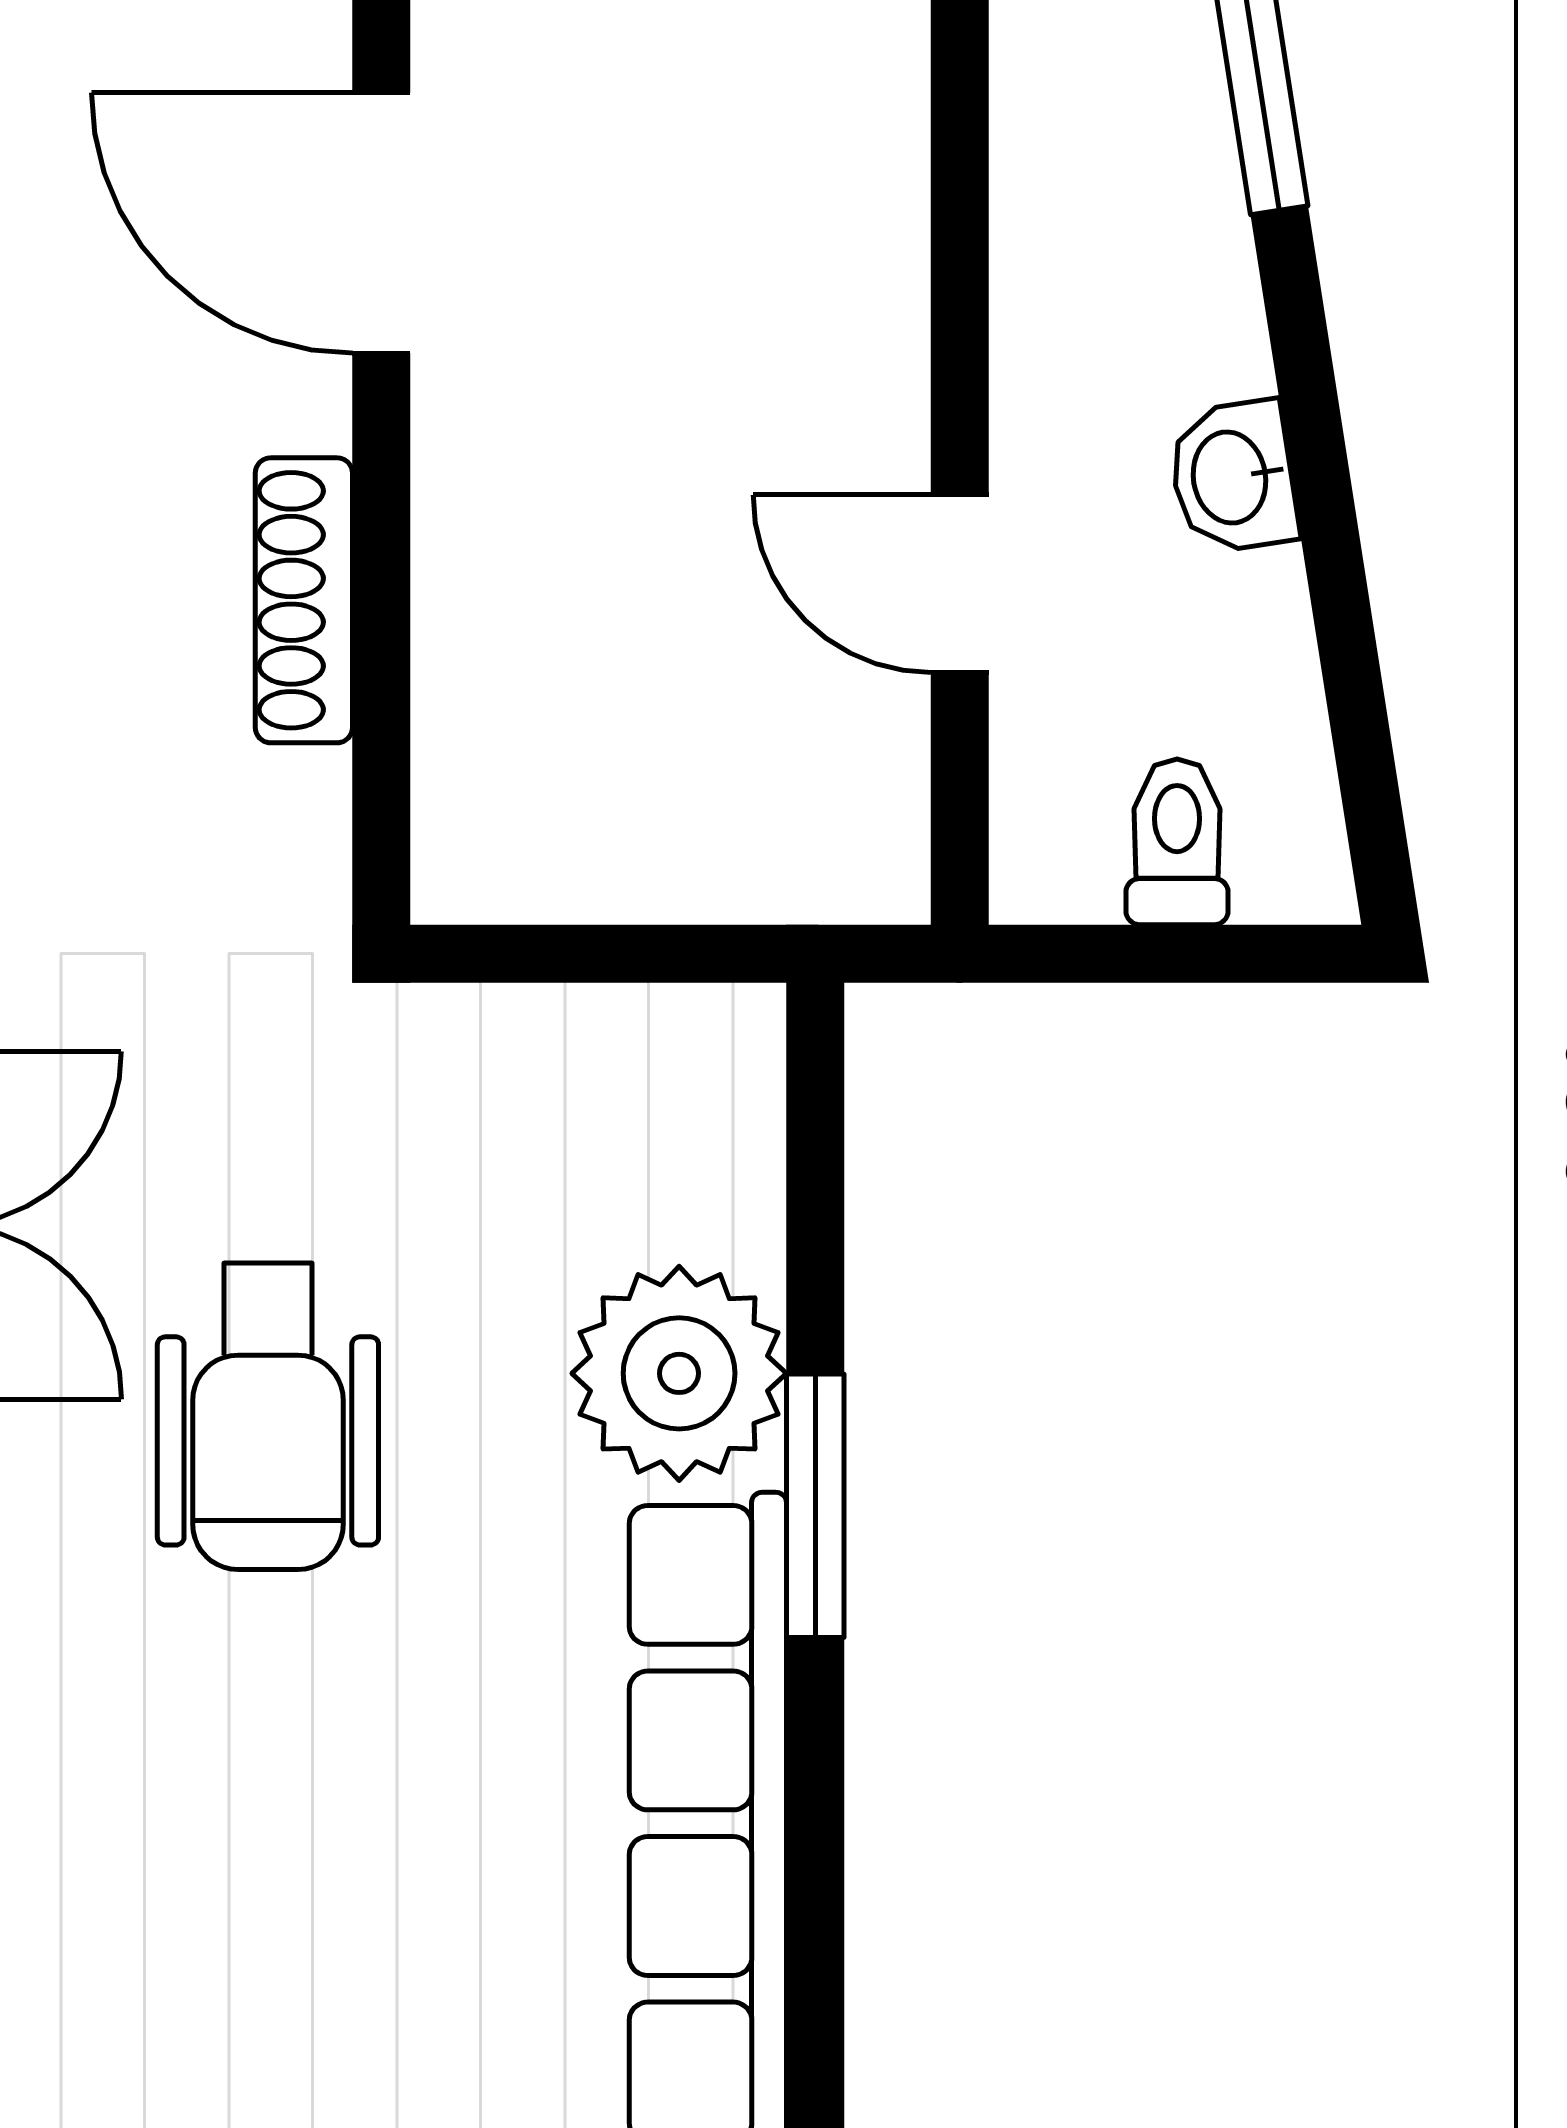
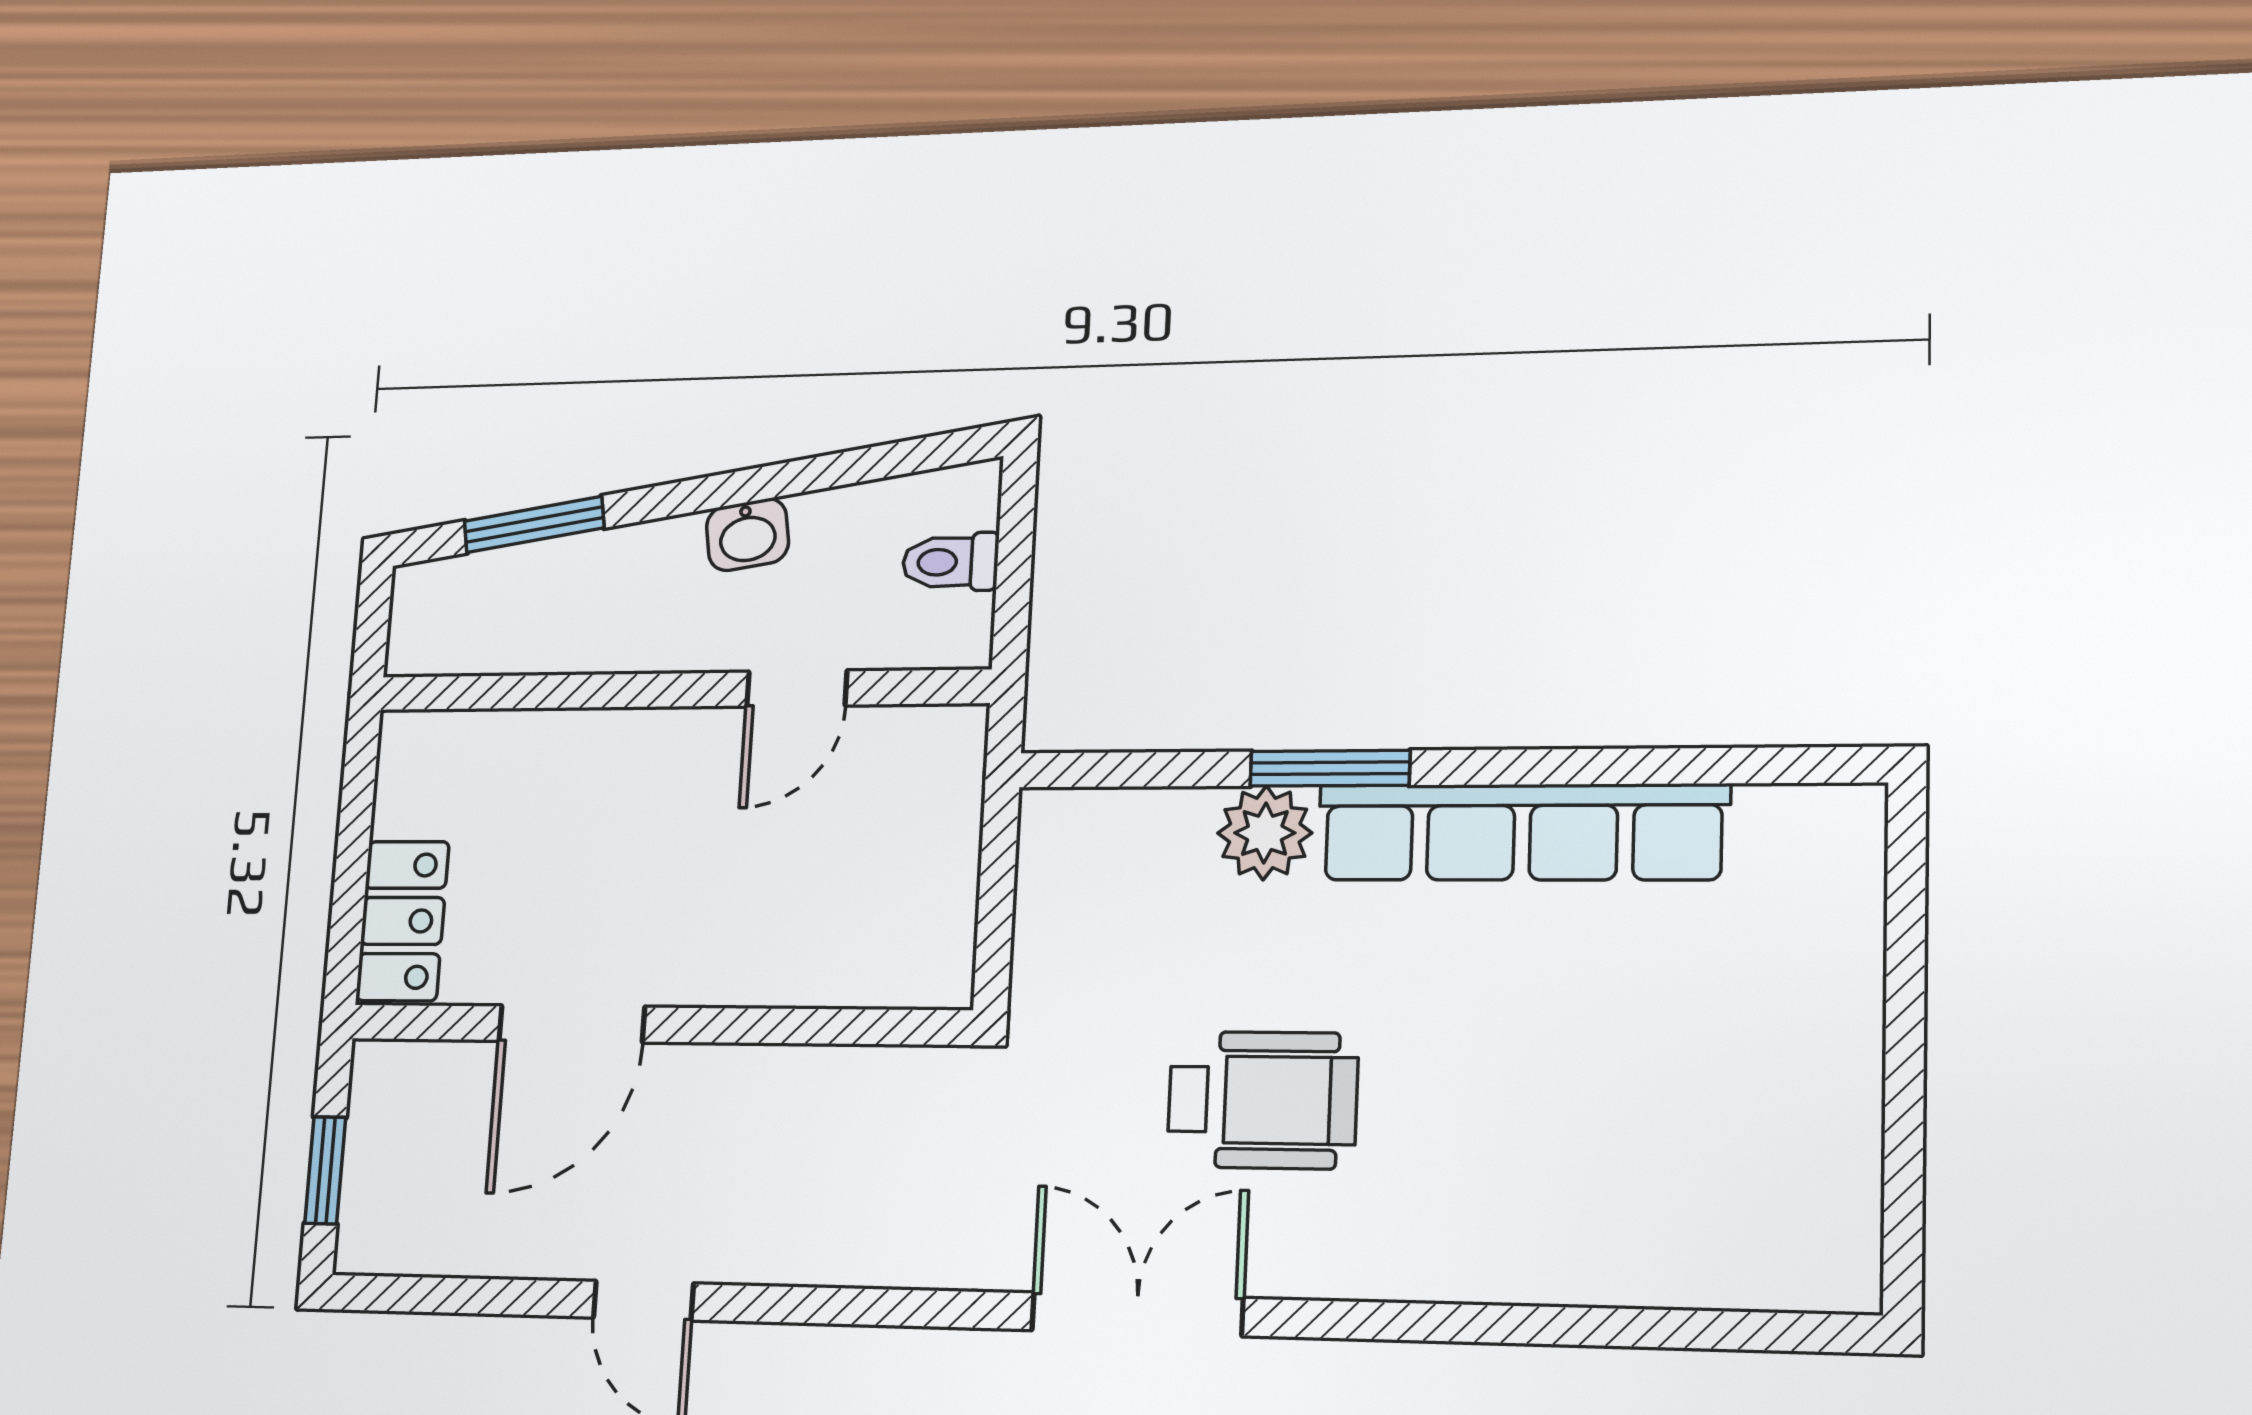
shoe rack: (304, 600) -> (781, 1072), removed
plant: (679, 1373) -> (1265, 833), width x0.73, depth x0.73

